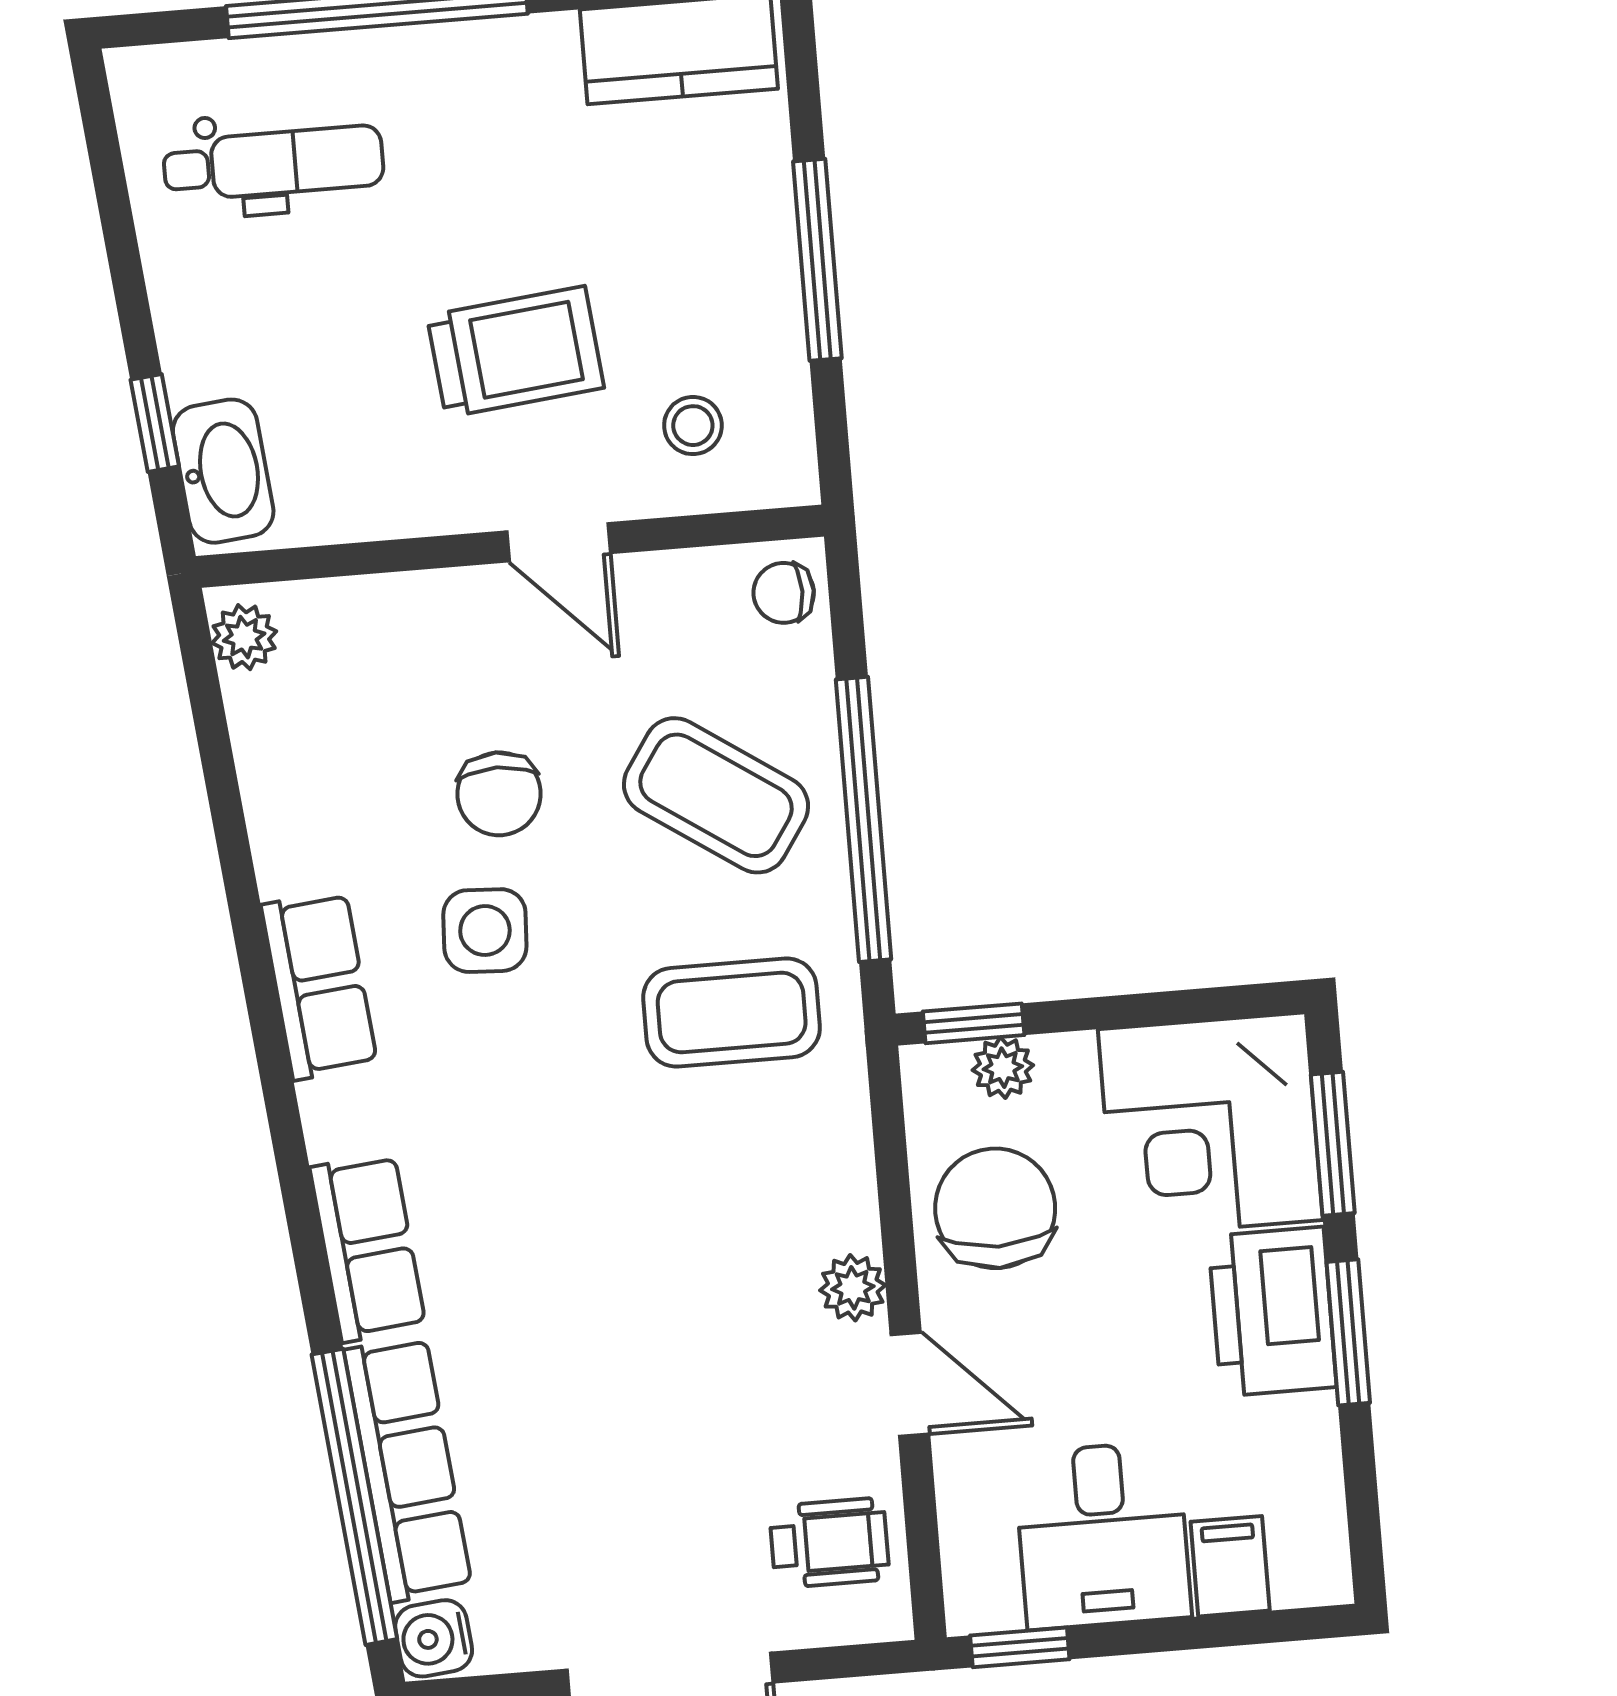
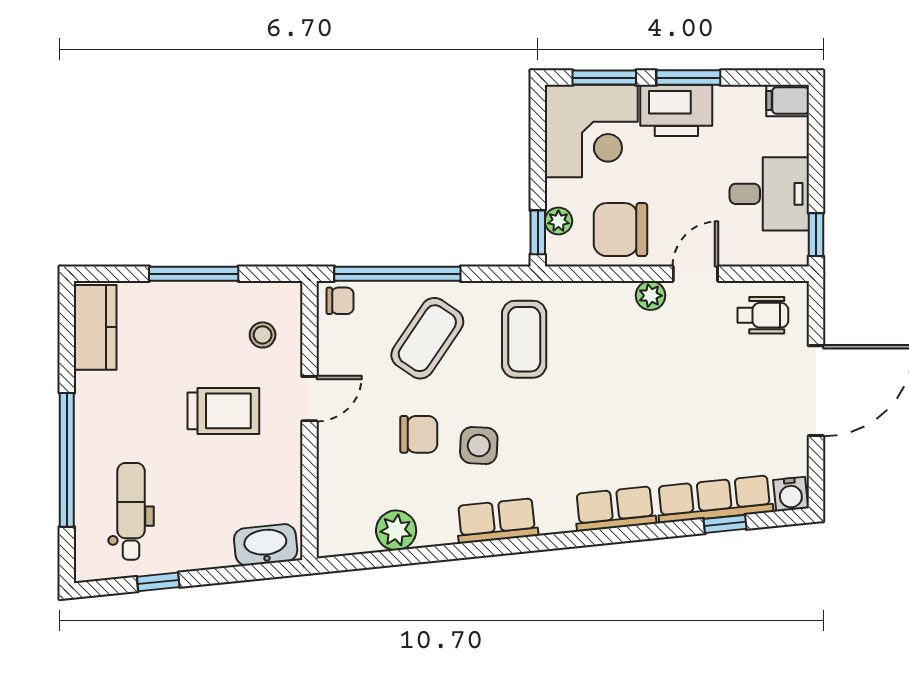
trolley: (515, 352) -> (223, 411), turned 96
window: (155, 423) -> (158, 582), moved
chair: (784, 593) -> (340, 301), turned -90
plant: (244, 637) -> (396, 530), moved, width x1.38, depth x1.38
window: (863, 819) -> (397, 274), moved
window: (354, 1497) -> (725, 524), width x0.32
wheelchair: (829, 1543) -> (763, 315), turned 90
filing cabinet: (1230, 1566) -> (788, 101), moved

